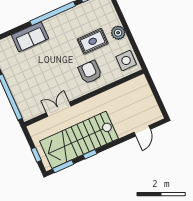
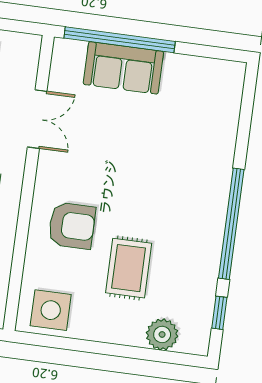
plant: (118, 33) -> (162, 334), moved
sofa: (30, 37) -> (123, 68), moved, turned -90

